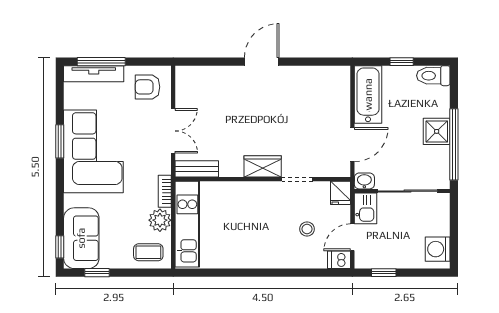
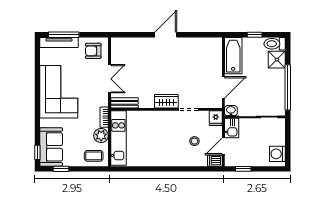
shower: (437, 131) -> (277, 60), moved
window: (60, 141) -> (37, 85), removed

